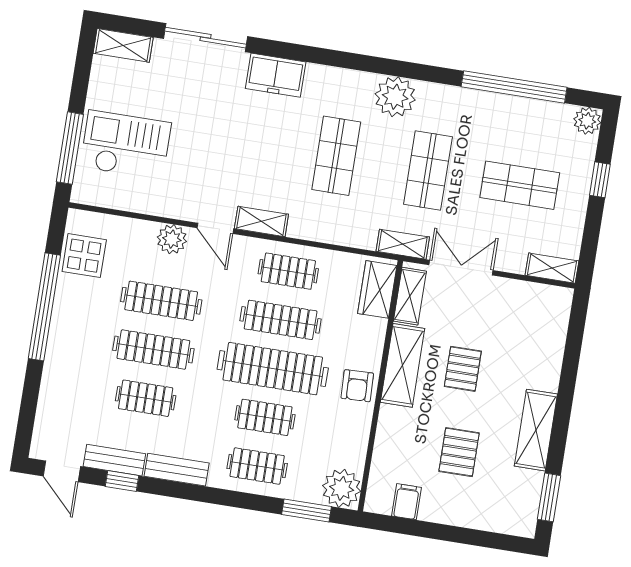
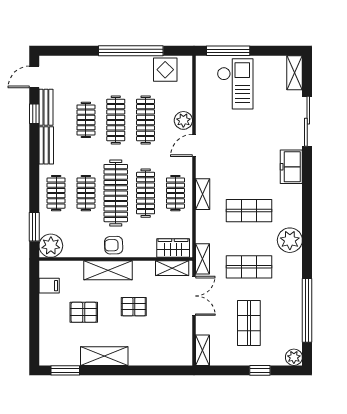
shelving: (261, 221) -> (203, 194), moved
shelving: (403, 365) -> (108, 270), moved

